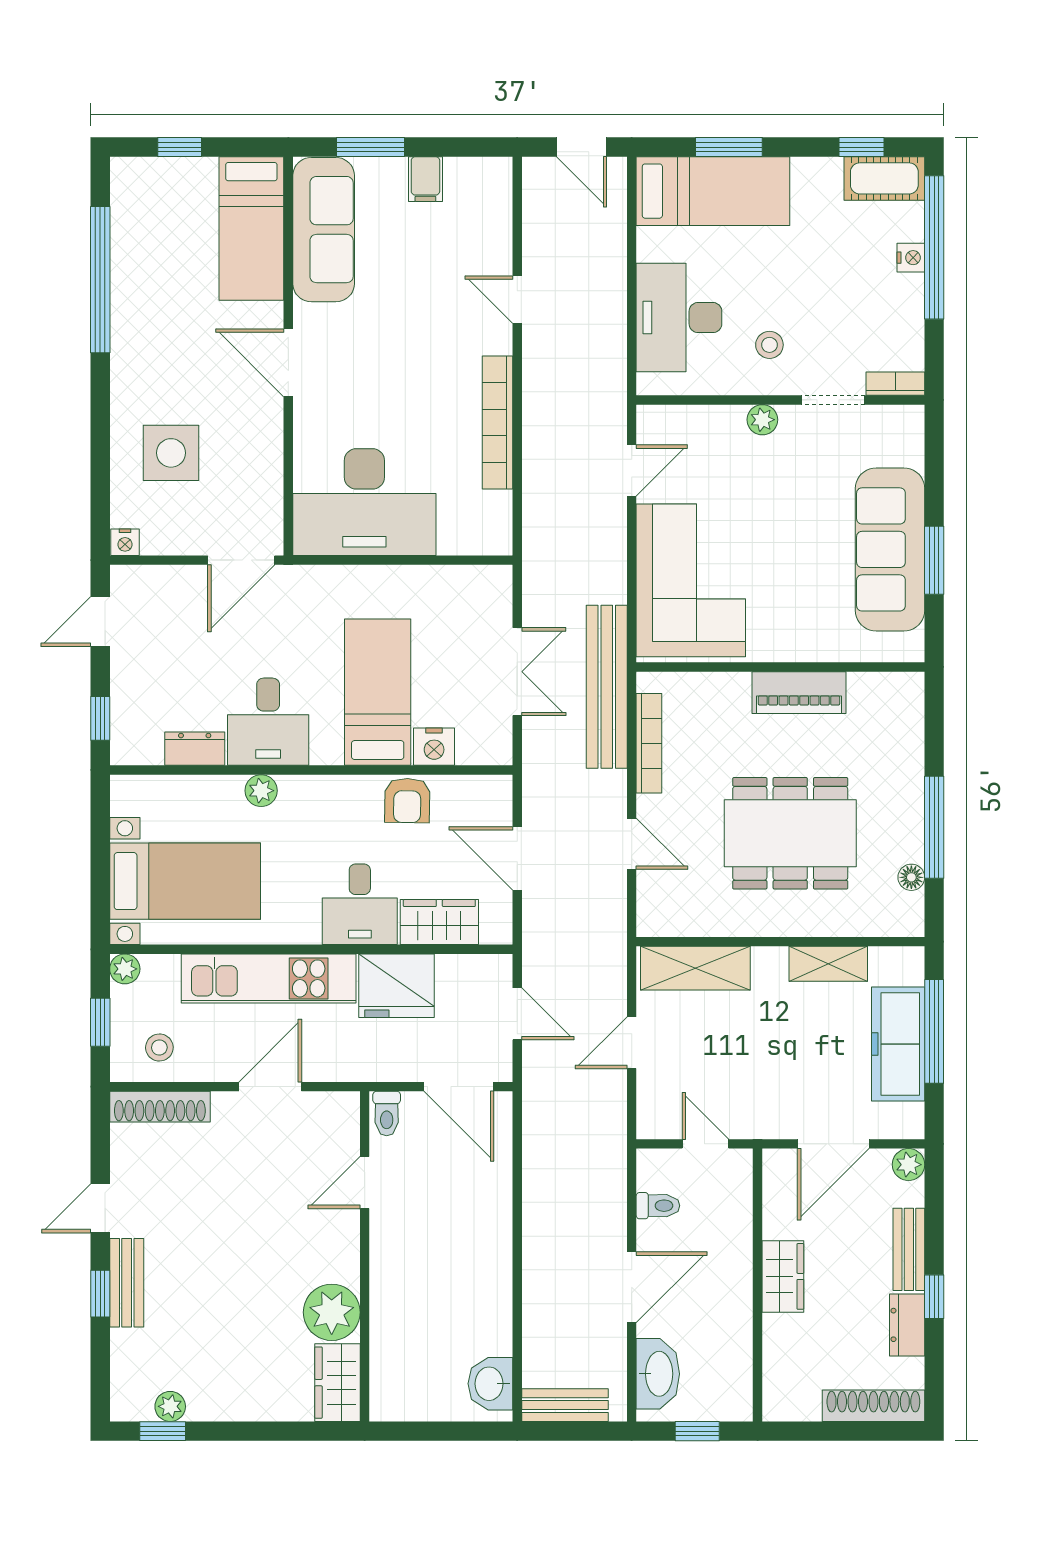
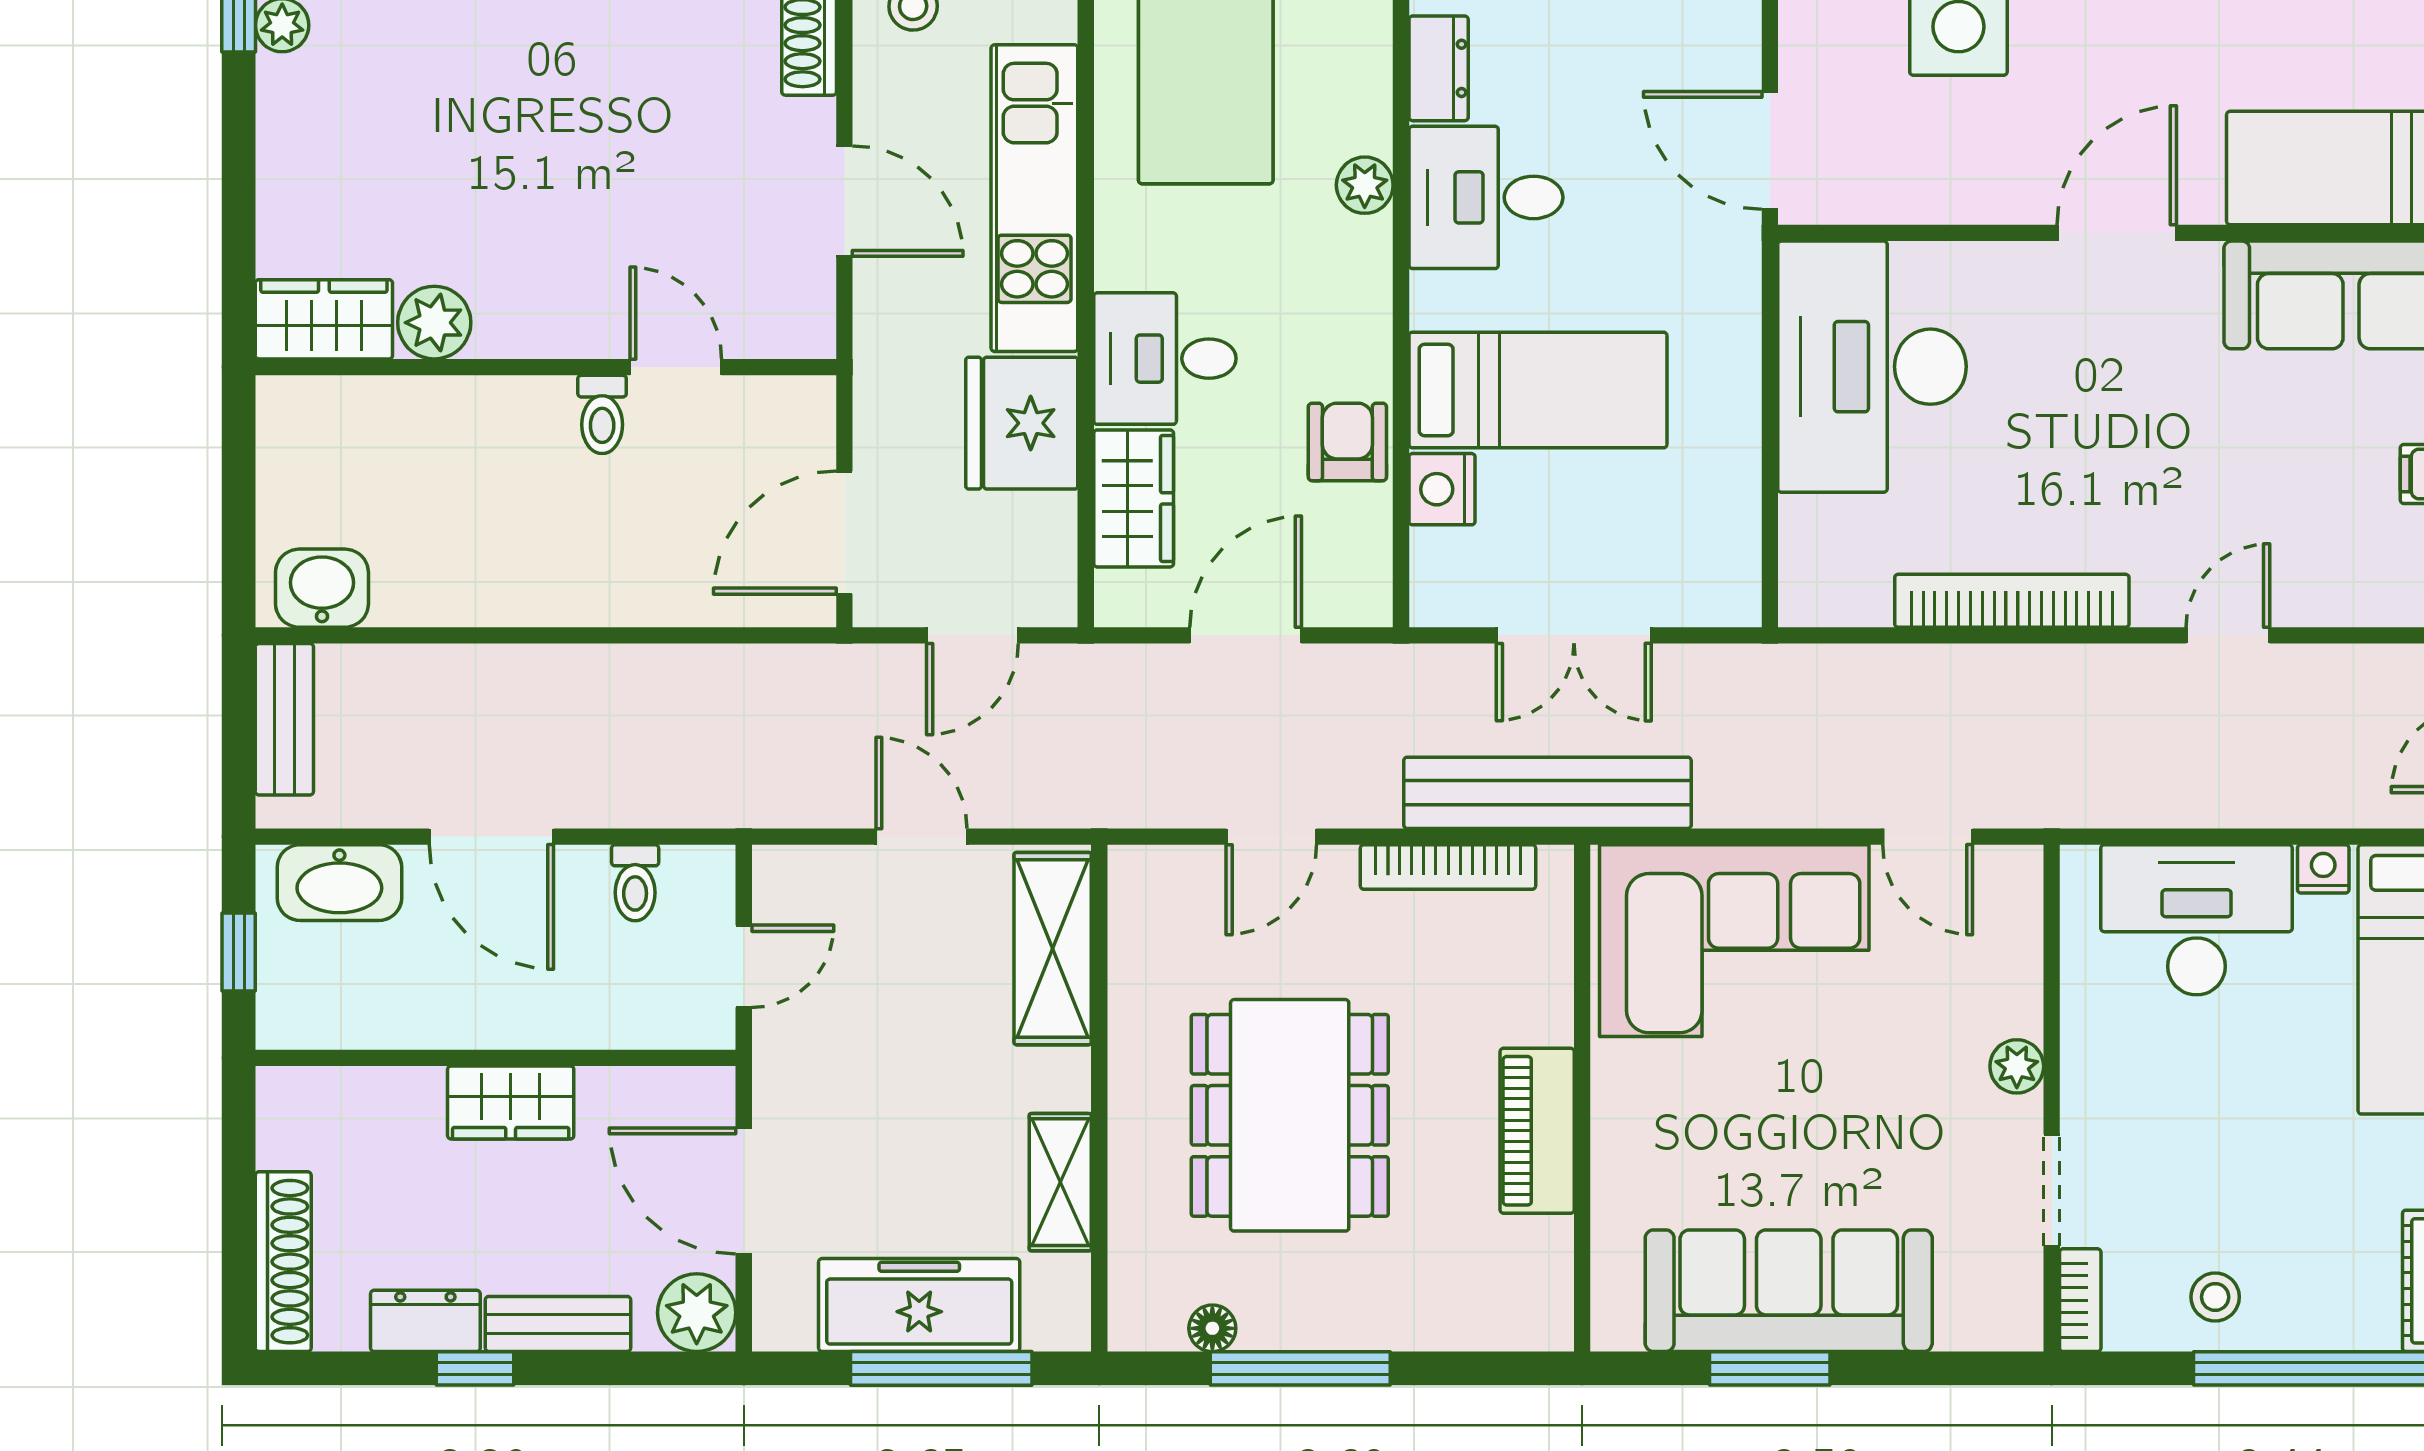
nightstand: (911, 258) -> (2323, 869), moved, turned 180
stool: (769, 345) -> (2215, 1297), moved
armchair: (407, 800) -> (1347, 442), turned 89
toilet: (387, 1114) -> (602, 414), moved, turned -90
plant: (908, 1165) -> (697, 1313), width x1.38, depth x1.38
plant: (332, 1312) -> (434, 323), width x0.73, depth x0.73

